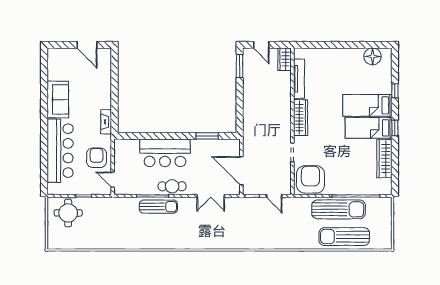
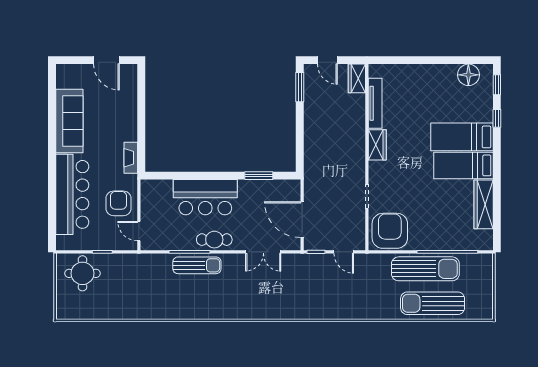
sofa: (58, 99) -> (69, 121), width x1.36
wardrobe: (301, 118) -> (377, 145), width x0.67
window: (395, 128) -> (497, 85), moved

